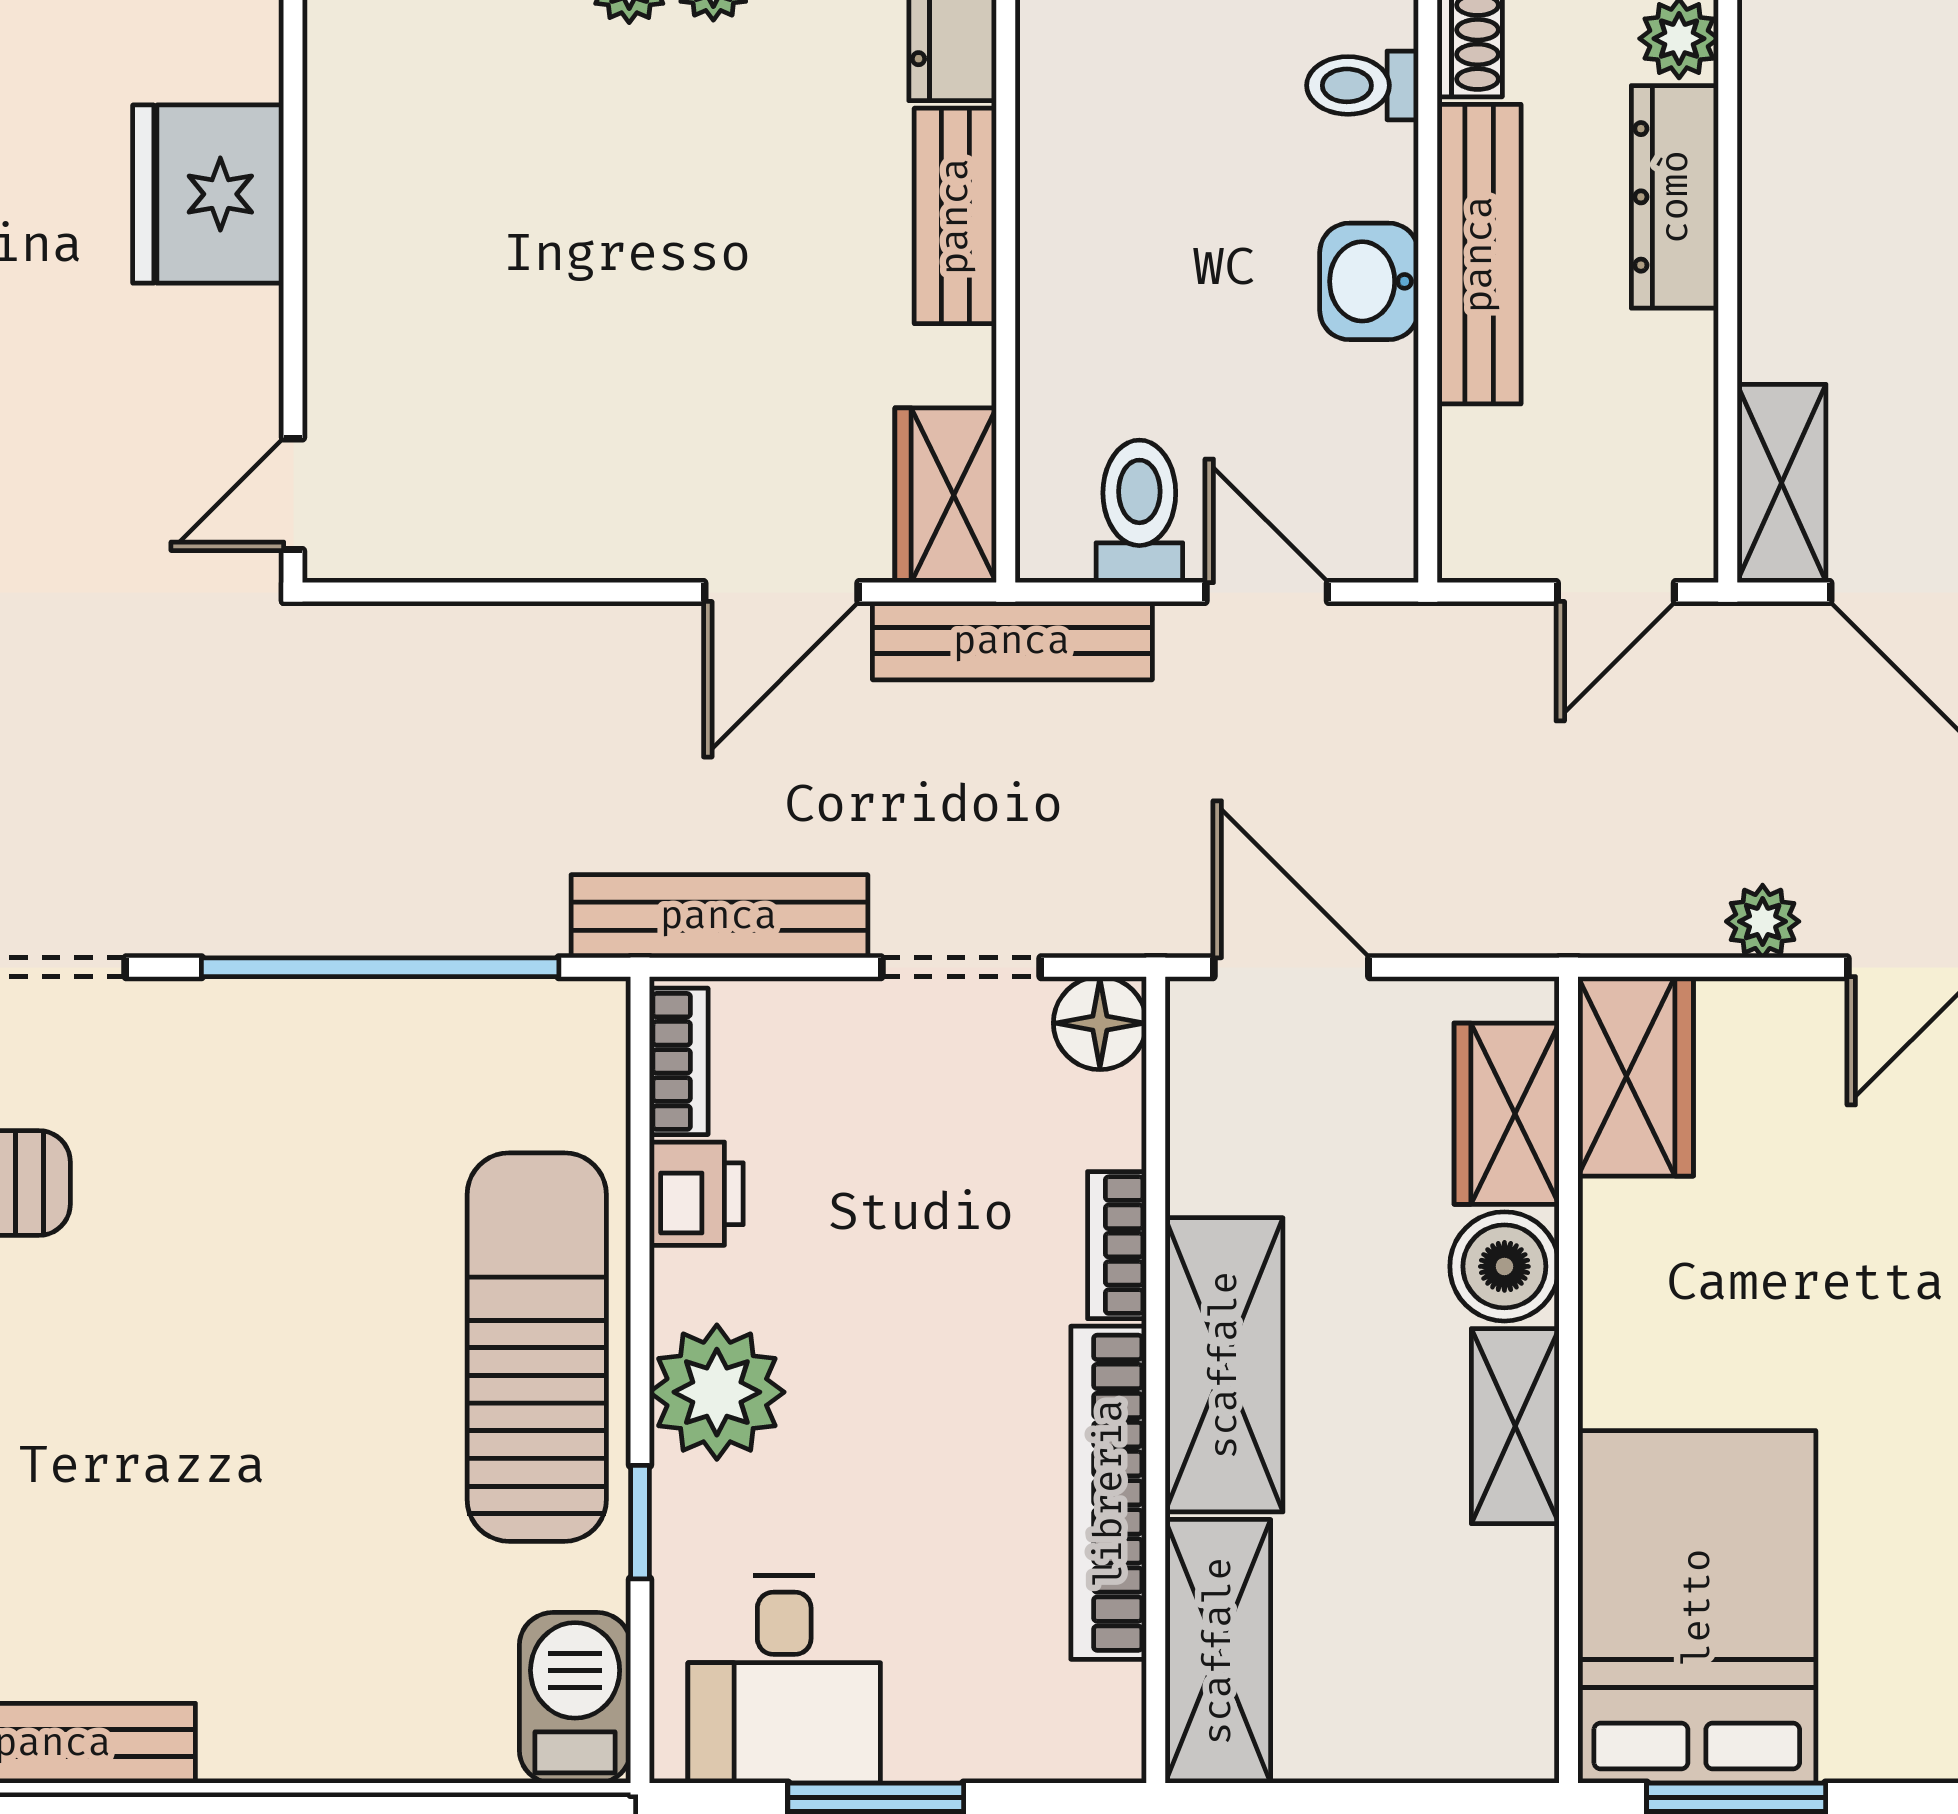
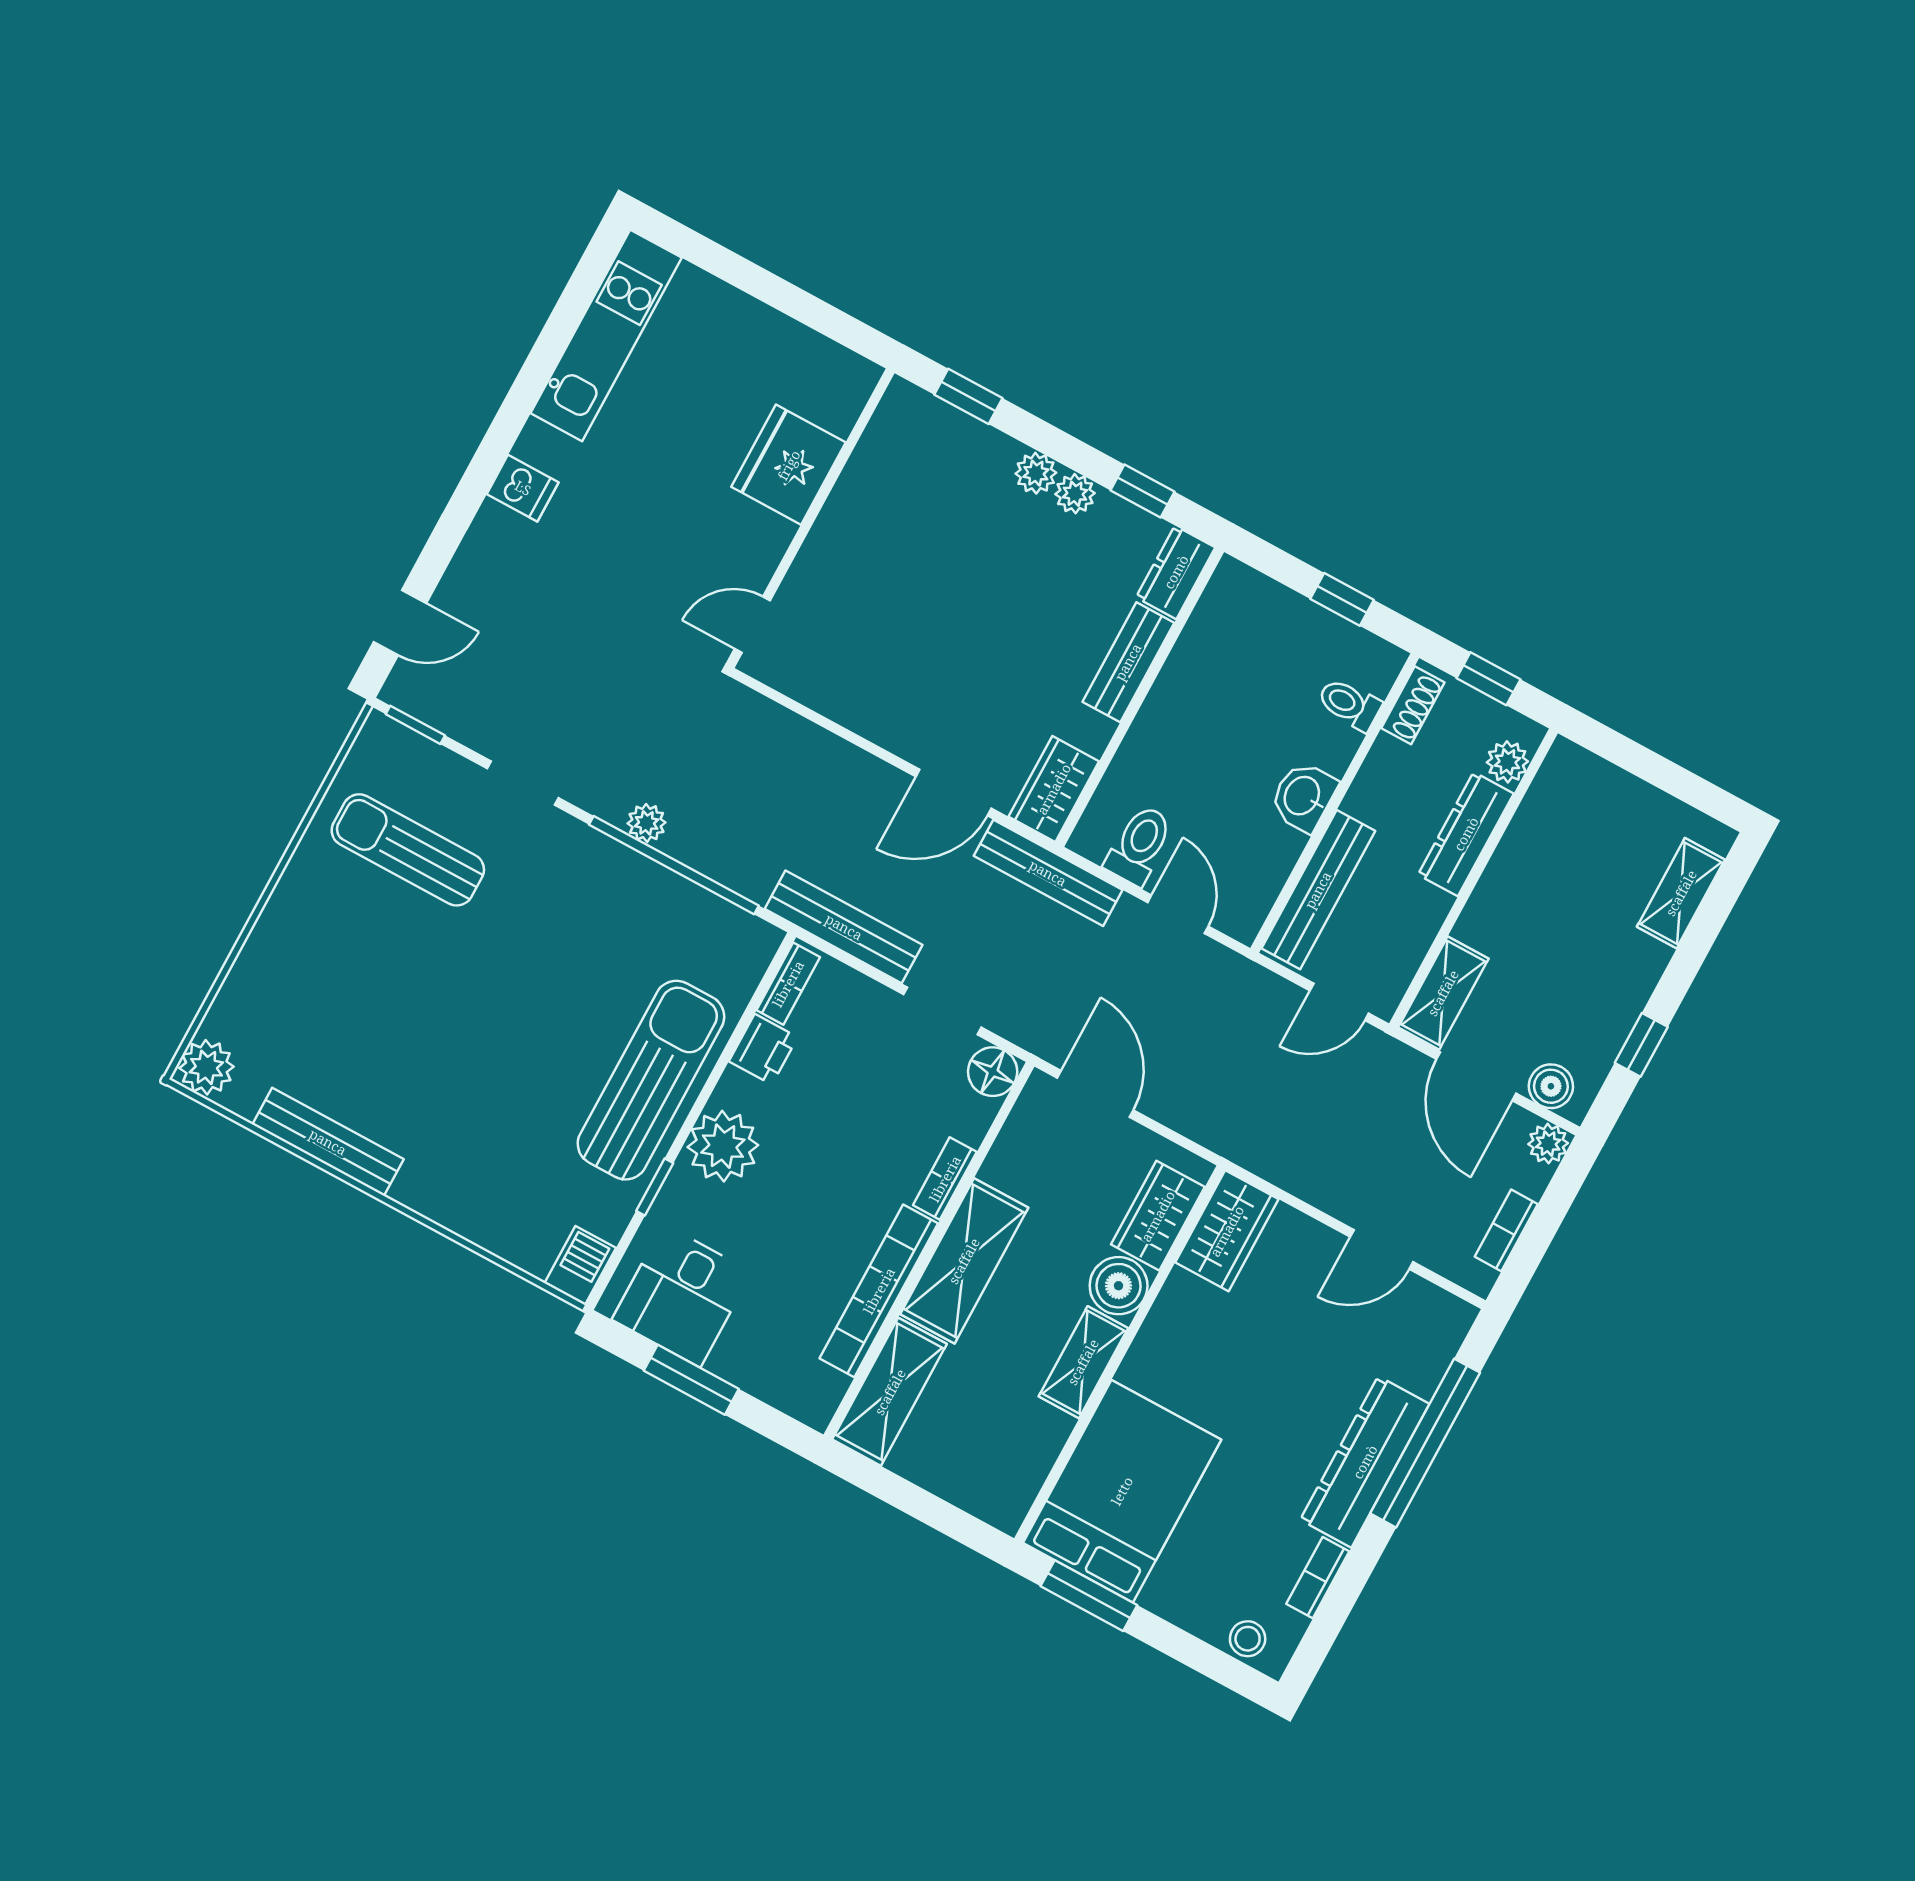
bench: (1479, 254) -> (1318, 890), moved
plant: (1763, 921) -> (647, 823), moved
barbecue: (575, 1698) -> (580, 1266), width x0.73, depth x0.79

